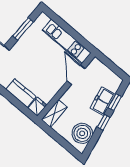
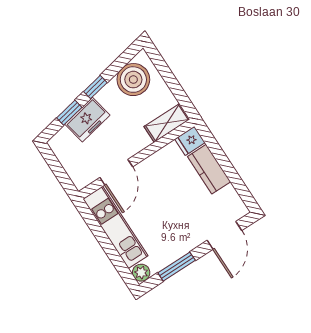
plant: (43, 19) -> (141, 273), added

